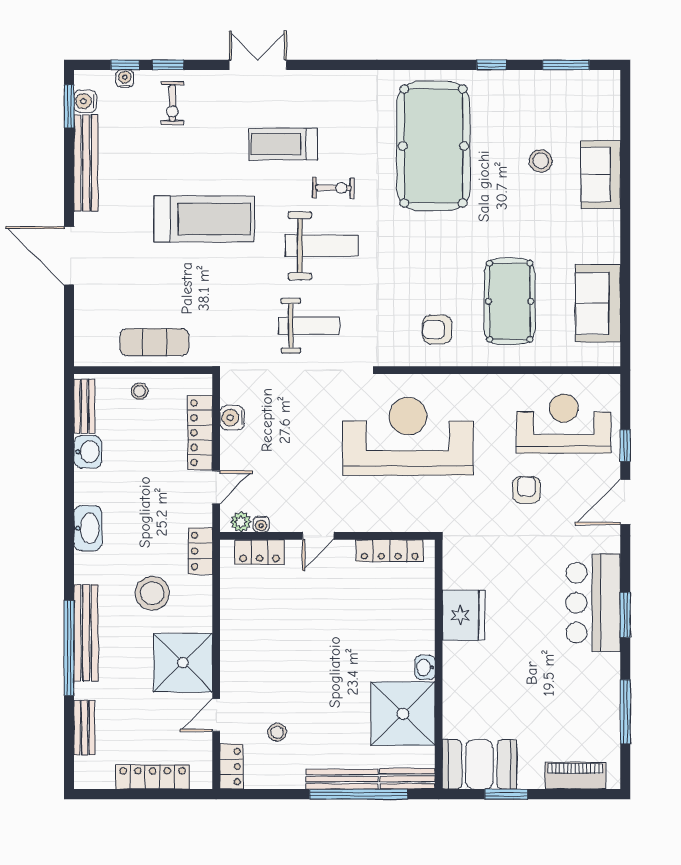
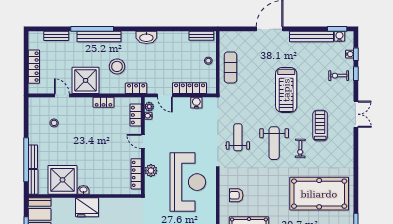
weight bench: (309, 326) -> (238, 137), turned 180
armchair: (437, 330) -> (236, 195), turned -90
washbasin: (88, 452) -> (181, 37), removed
plant: (382, 518) -> (151, 171), added
fridge: (464, 615) -> (87, 207), moved
locker: (231, 767) -> (104, 102), moved
bench: (342, 779) -> (33, 157), width x0.73

